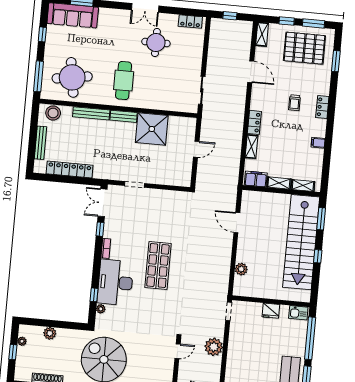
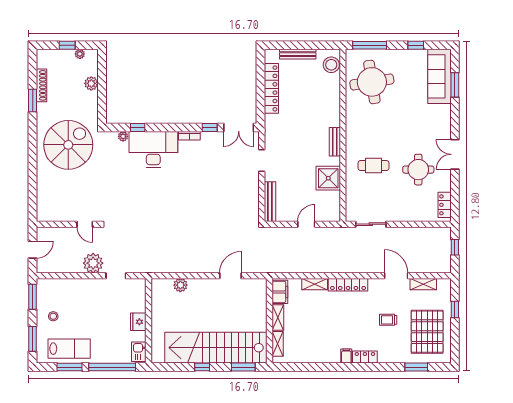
window: (313, 23) -> (455, 339), removed
shelving: (262, 34) -> (423, 284), moved
door: (251, 72) -> (396, 276), swing flipped
cafe table: (124, 81) -> (373, 166), moved, width x0.73, depth x0.74
trolley: (294, 103) -> (388, 320), moved
bench: (91, 113) -> (270, 202), moved
locker: (254, 122) -> (348, 285), width x1.53
shower: (152, 129) -> (328, 178), width x0.73, depth x0.73
filing cabinet: (318, 143) -> (346, 356), moved
door: (196, 149) -> (306, 224), swing flipped
double door: (103, 203) -> (239, 128), swing flipped
shop shelf: (158, 266) -> (176, 194), removed
doorway: (229, 311) -> (116, 276), moved

